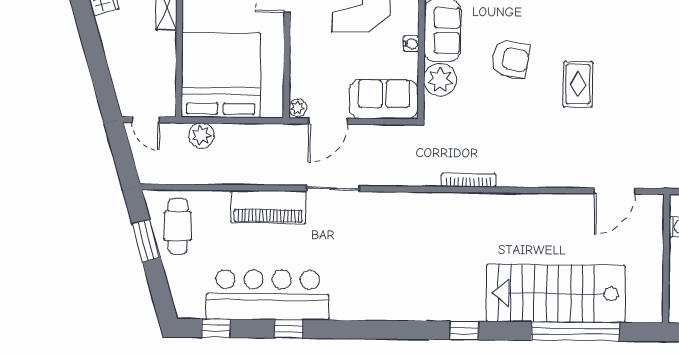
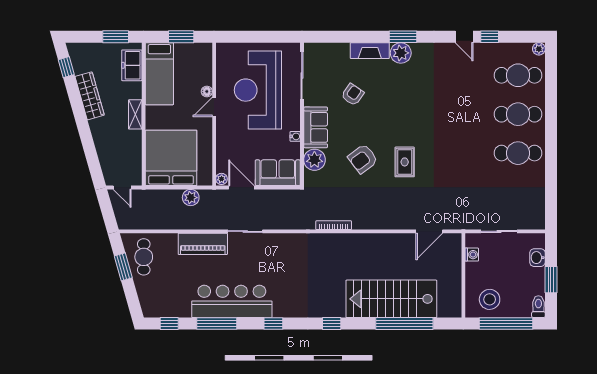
armchair: (510, 59) -> (363, 159), moved, turned 134
door: (328, 121) -> (241, 187), swing flipped
plant: (201, 135) -> (191, 198), moved
bar counter: (268, 295) -> (232, 301), moved
window: (289, 329) -> (217, 324), width x2.17
window: (375, 330) -> (273, 324), added

